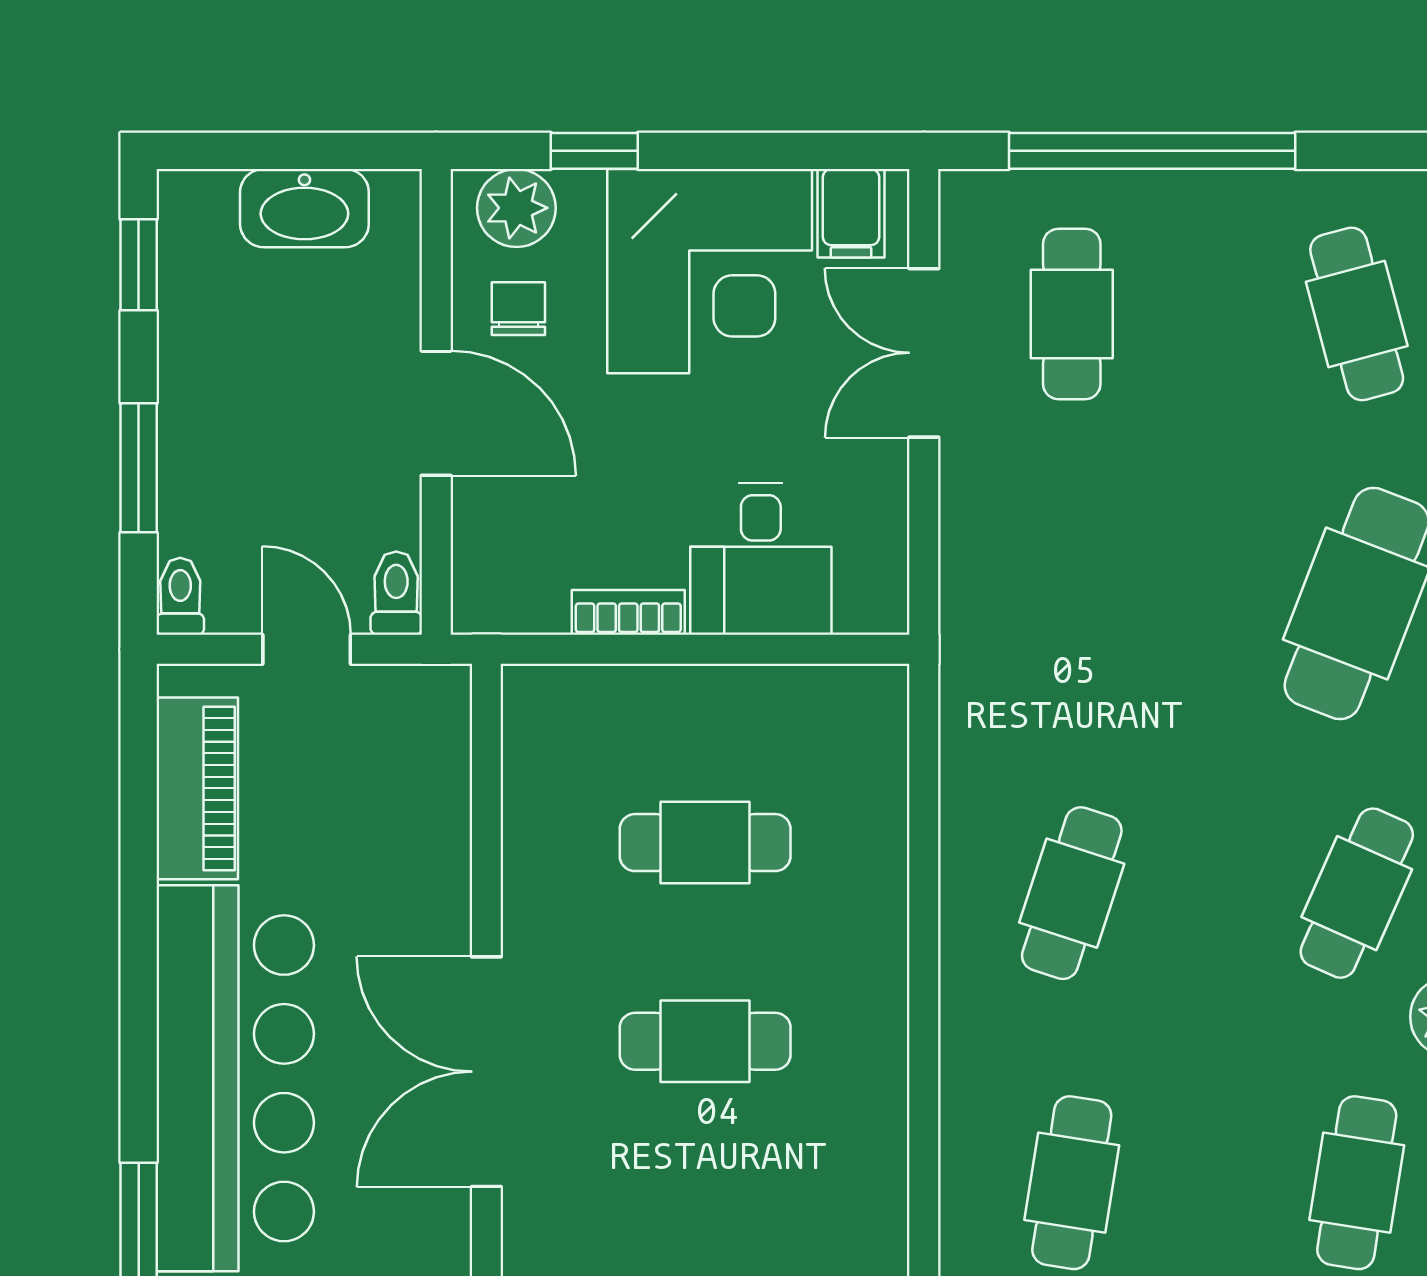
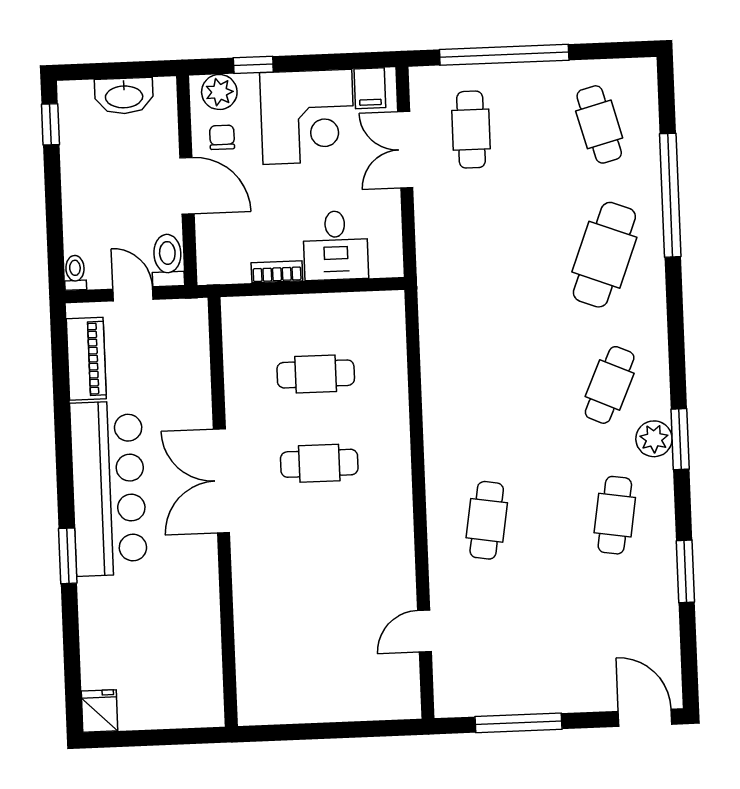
window: (139, 468) -> (54, 216), removed
toilet: (396, 593) -> (168, 260), width x1.37, depth x1.39
cafe table: (1072, 893) -> (481, 390), removed

